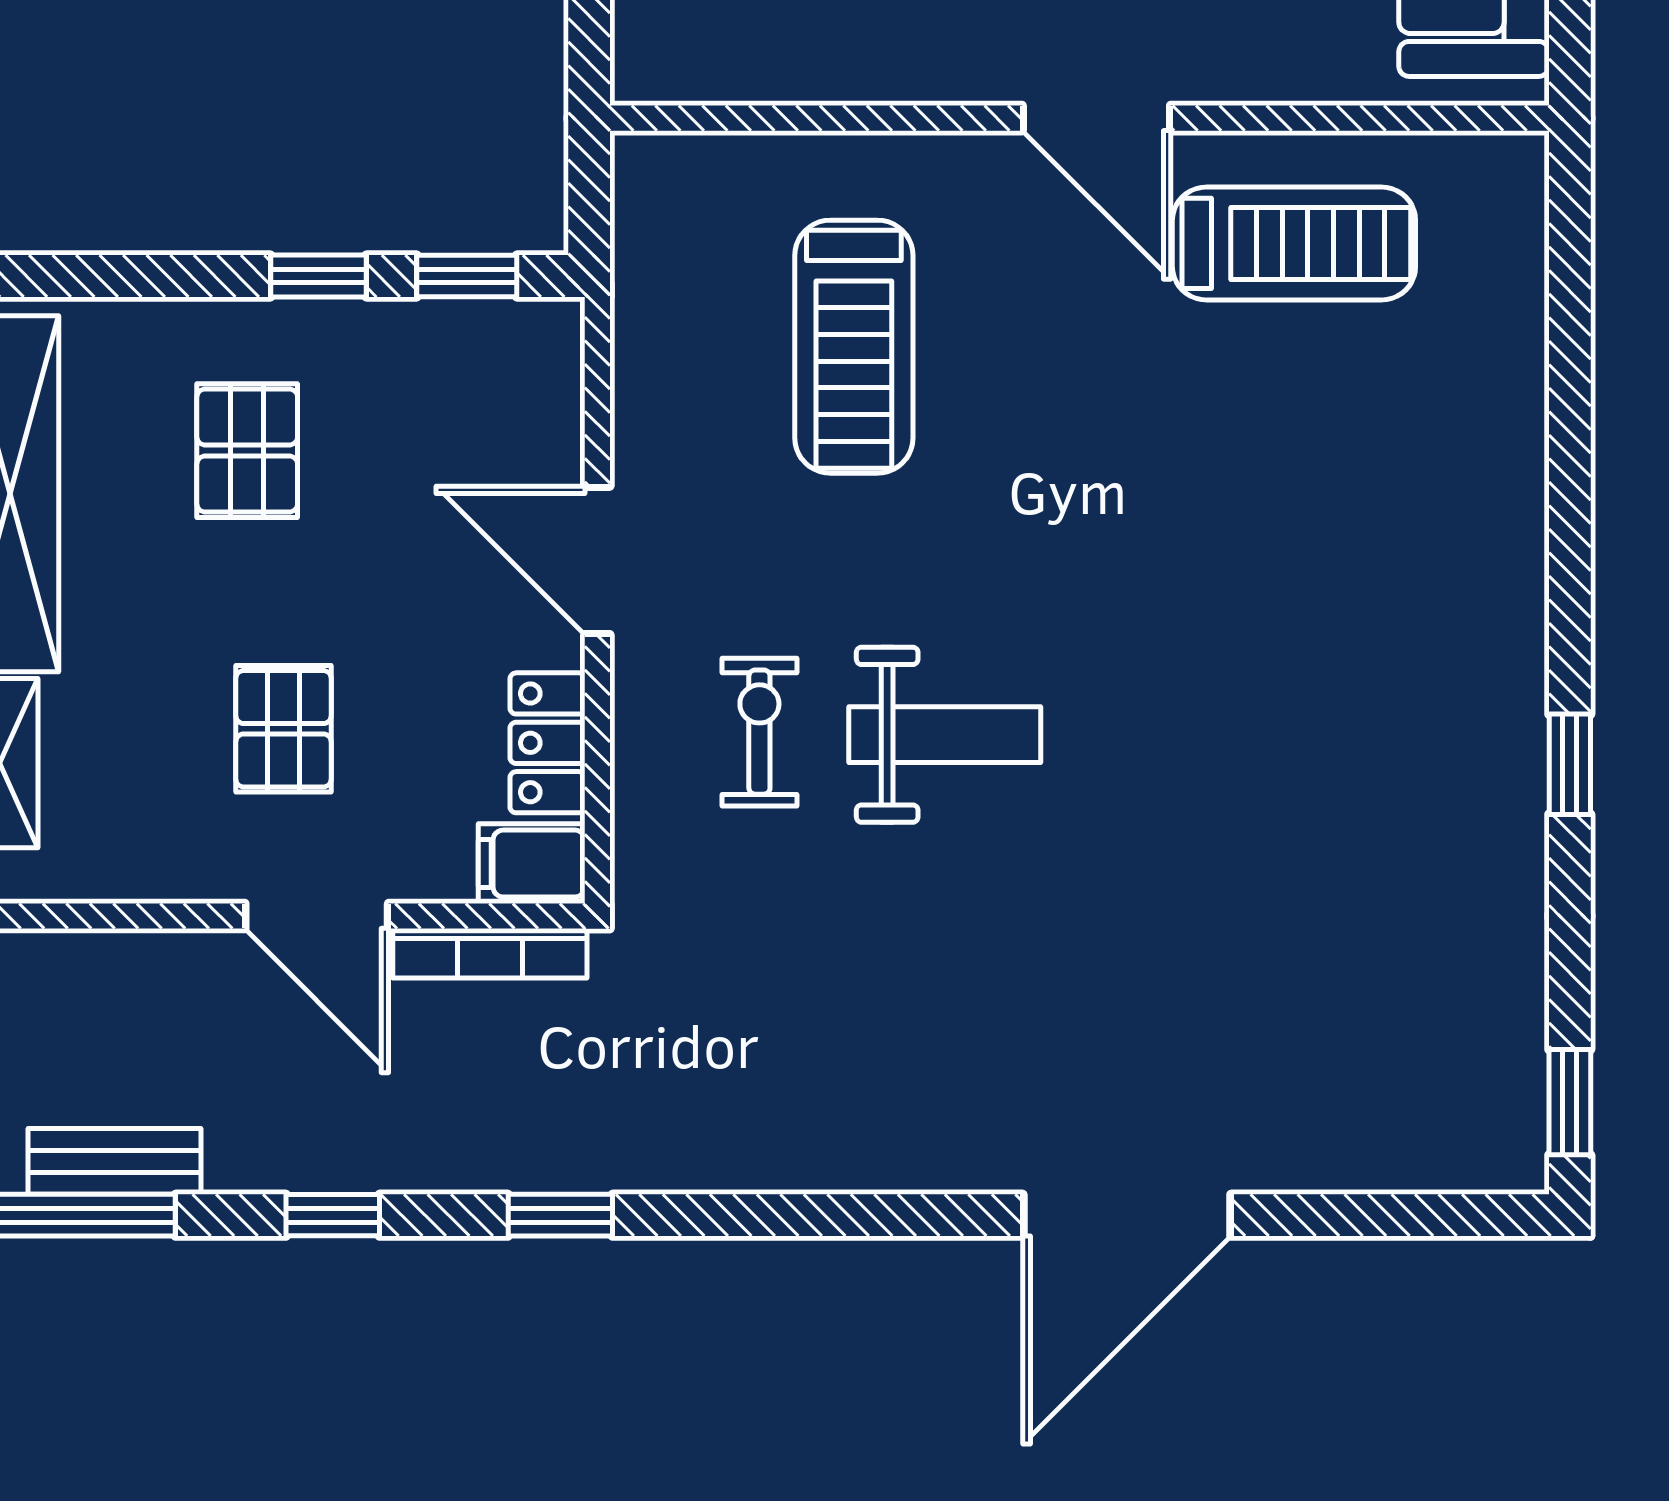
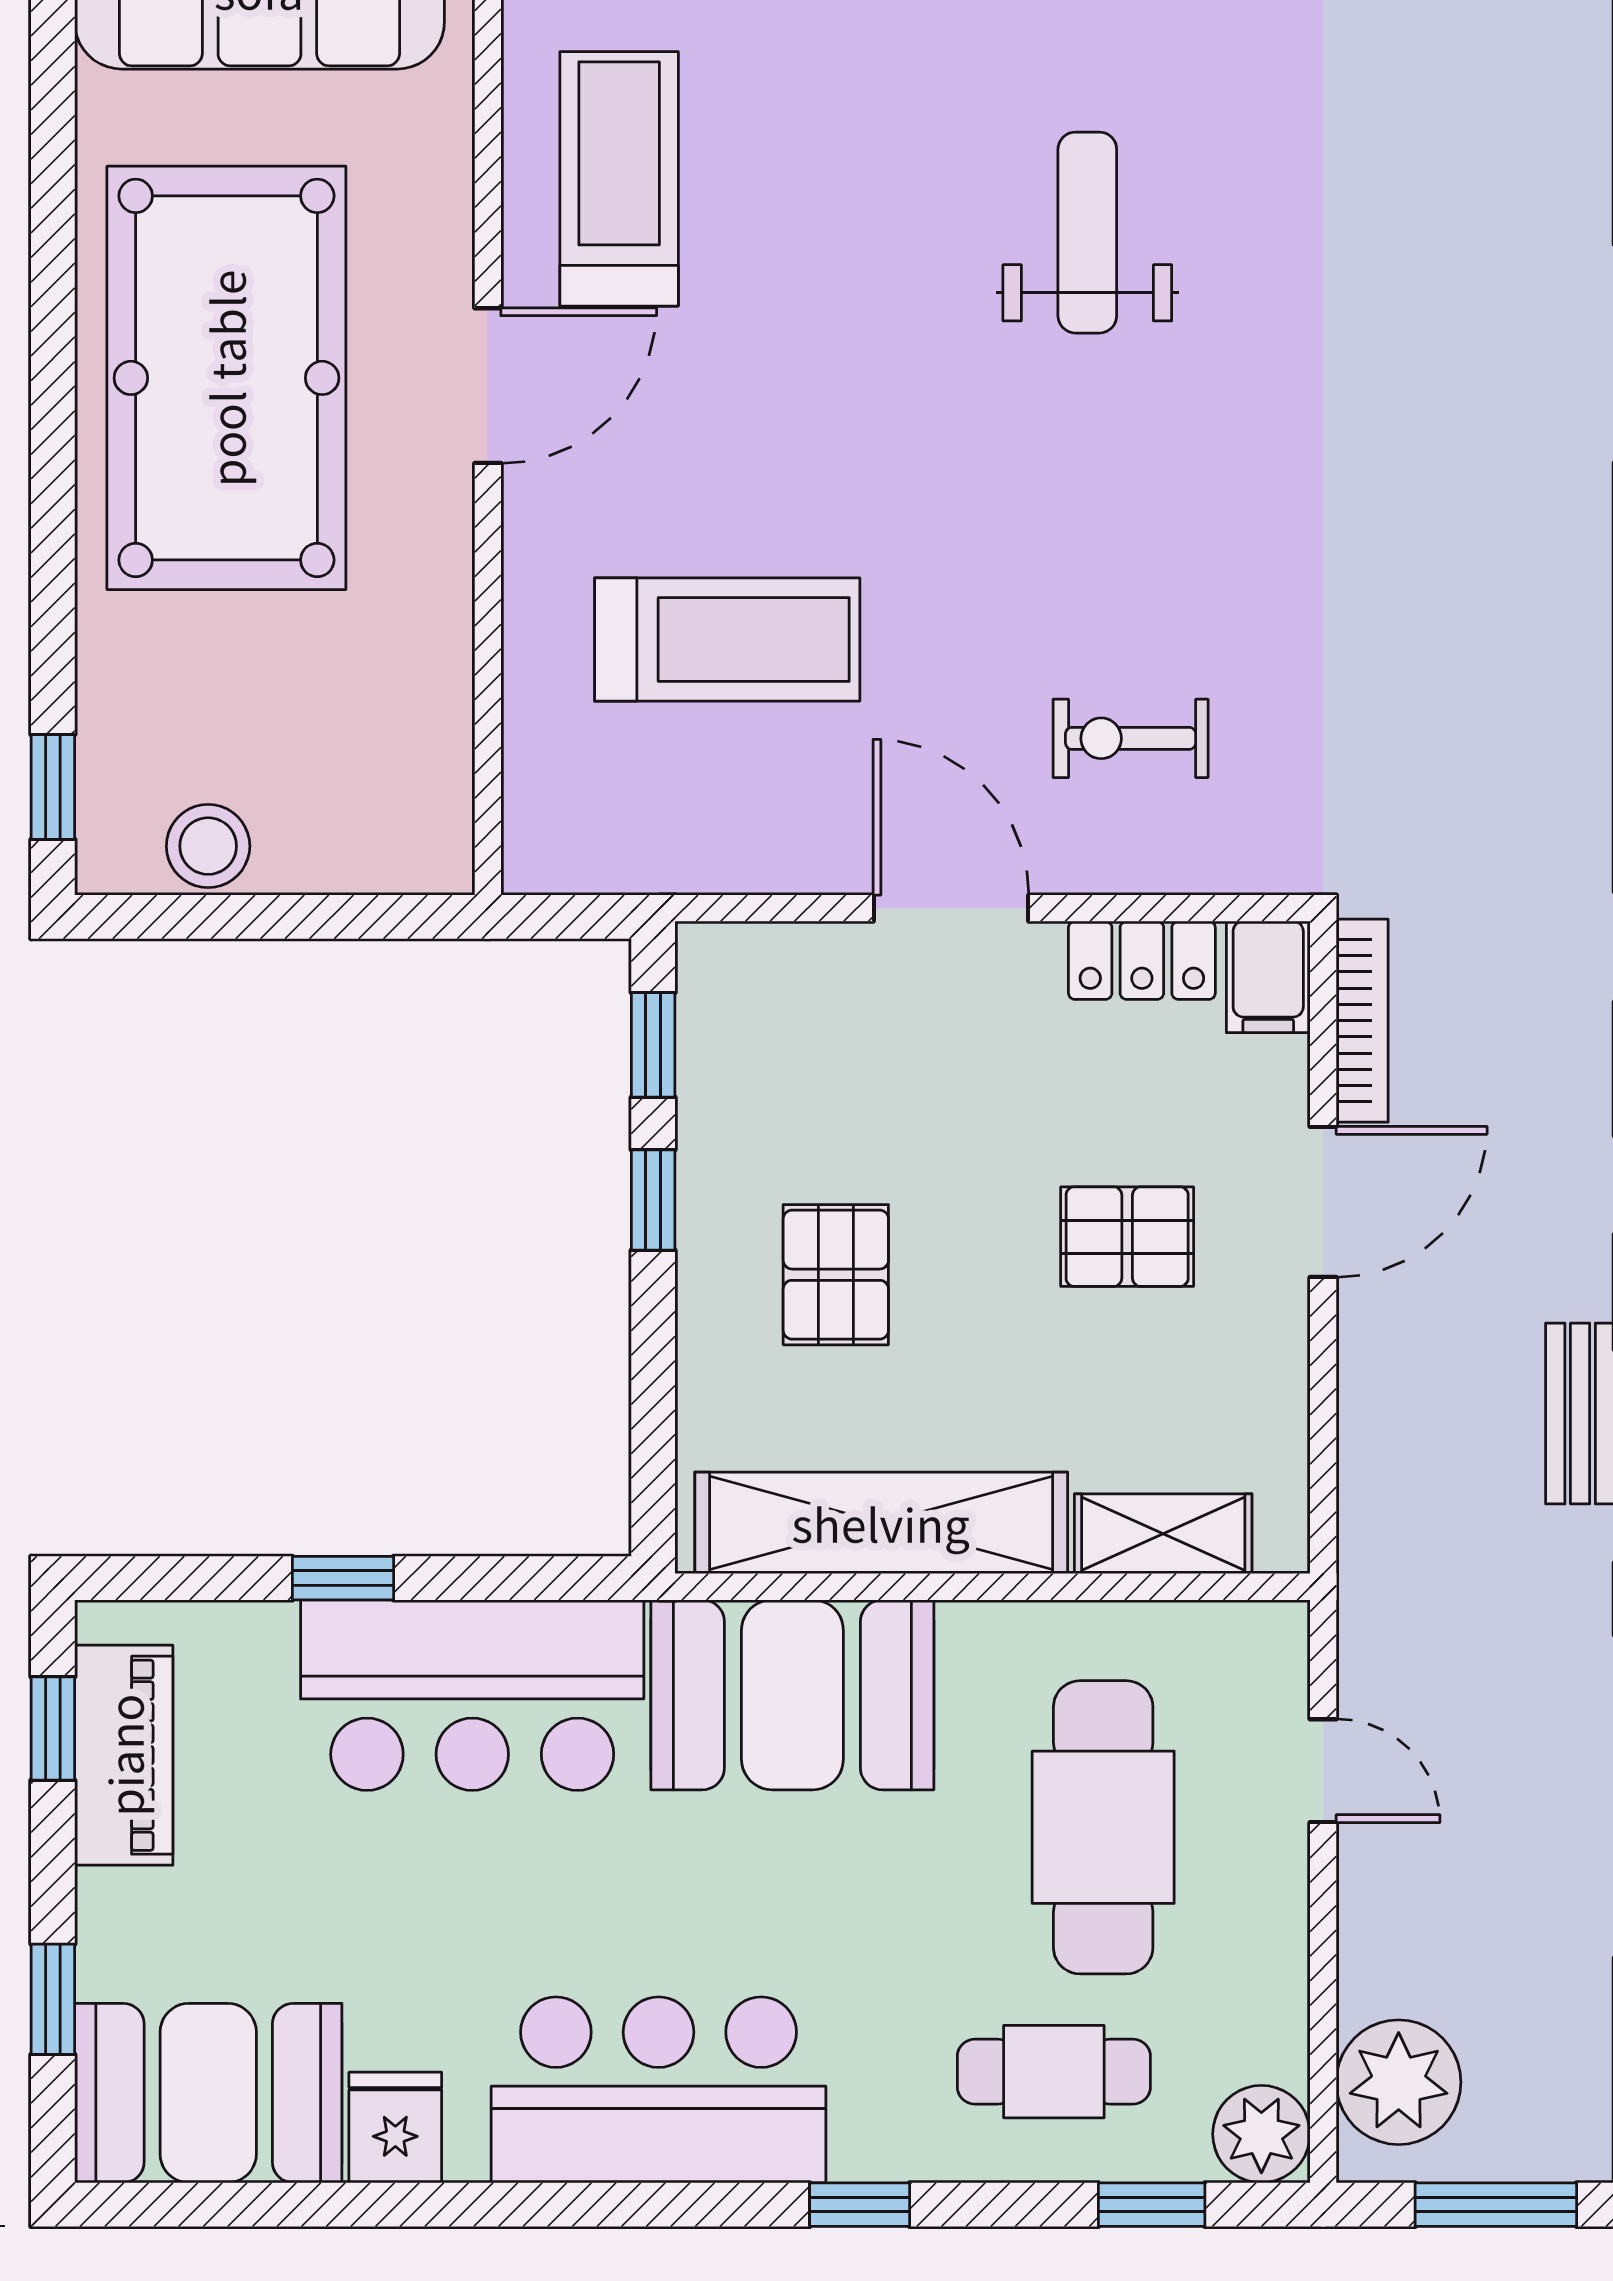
pallet: (247, 451) -> (836, 1275), turned 90
door: (597, 560) -> (951, 908), swing flipped
weight bench: (945, 735) -> (1087, 233), moved

